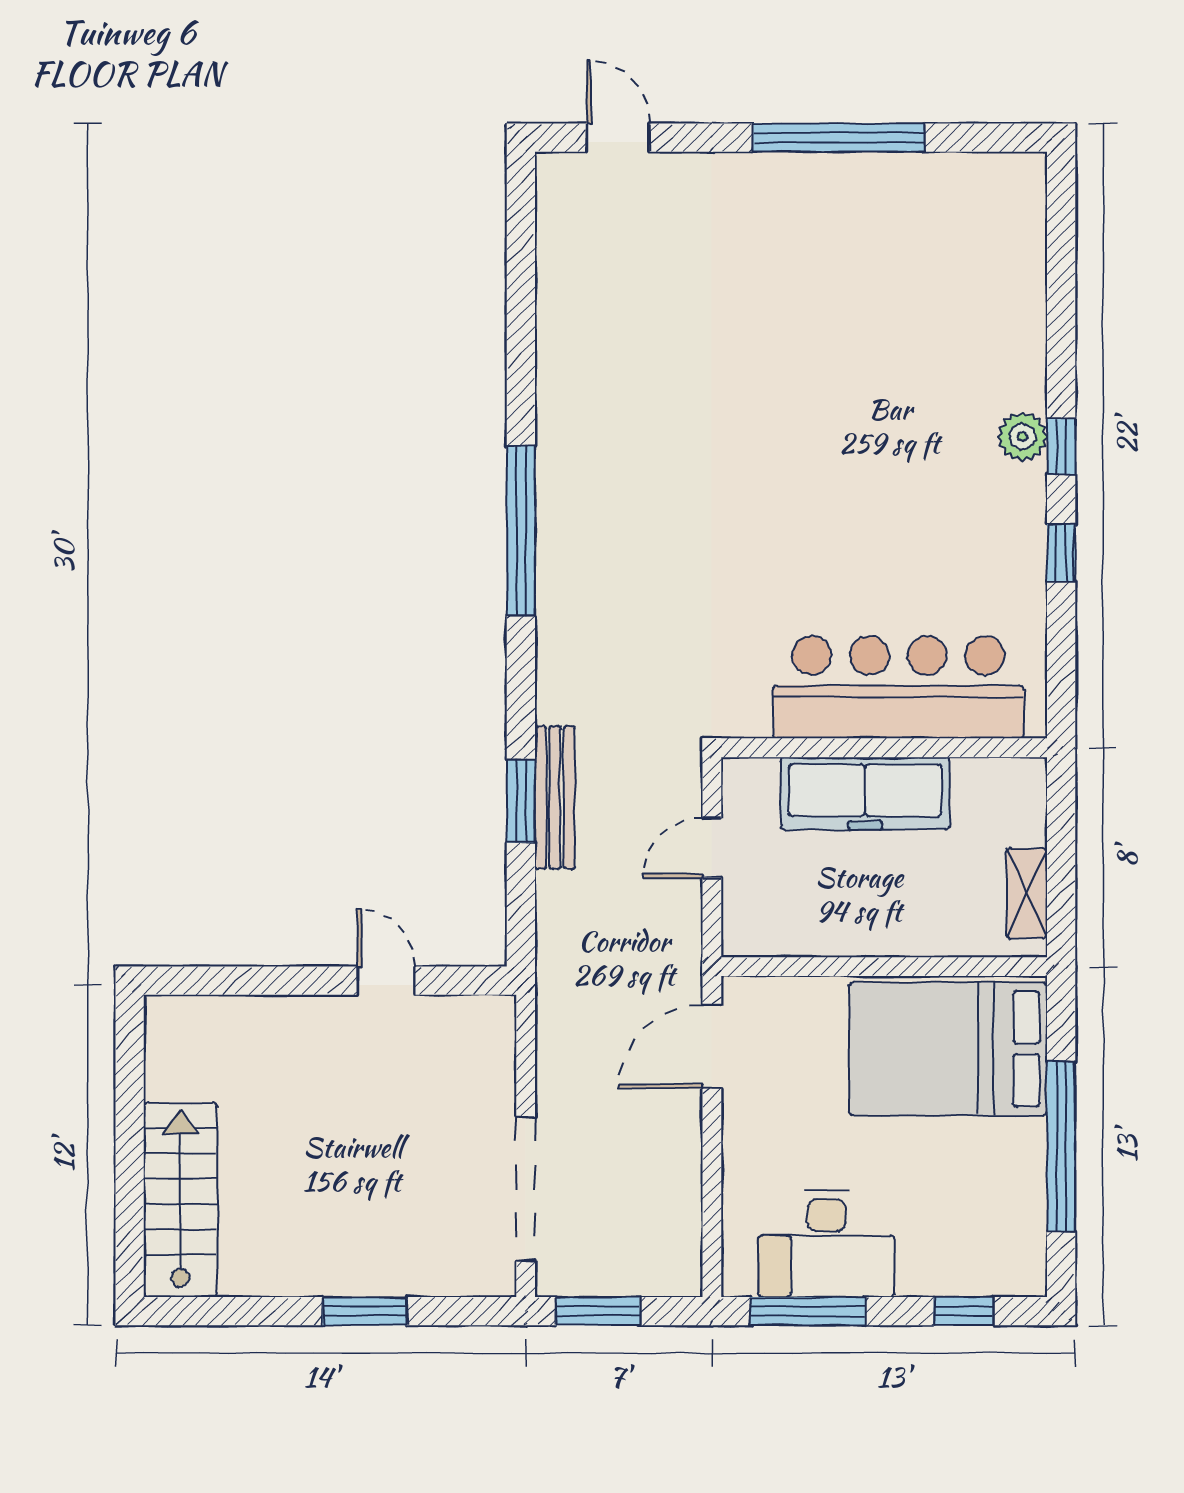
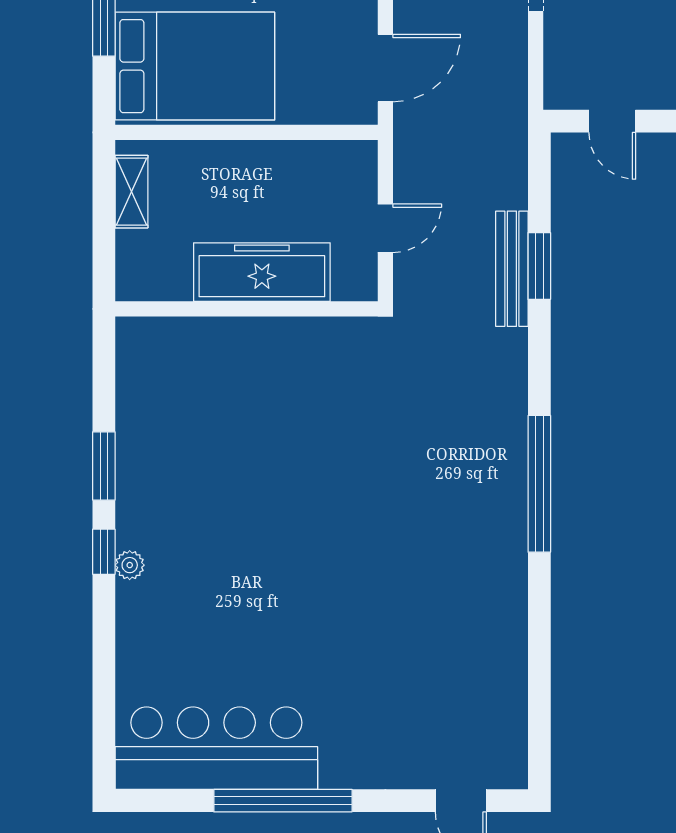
plant: (1022, 437) -> (130, 565), width x0.73, depth x0.73
window: (1061, 553) -> (104, 466), width x1.50
bar counter: (898, 687) -> (216, 748), moved, turned 180
door: (386, 981) -> (612, 121), moved

